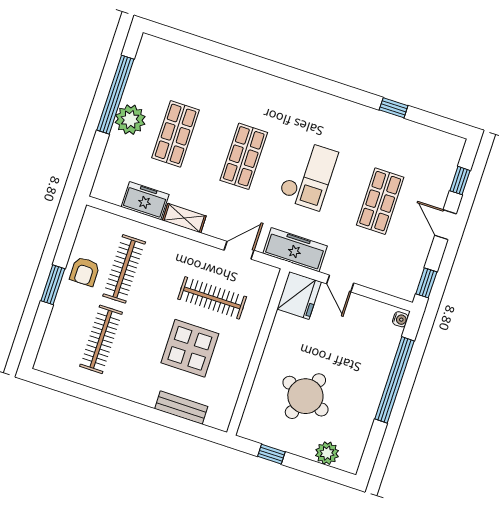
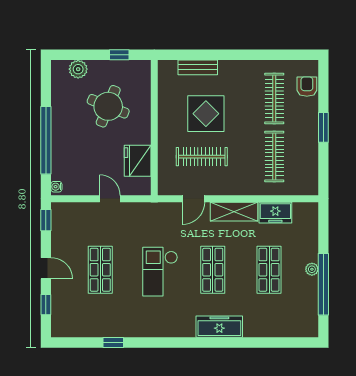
plant: (130, 120) -> (312, 269), width x0.53, depth x0.53
shelving: (184, 218) -> (234, 212), width x1.50, depth x1.33
freezer: (295, 250) -> (219, 327), moved, turned 180
armchair: (85, 272) -> (307, 87), moved
fridge: (299, 295) -> (138, 161), moved

